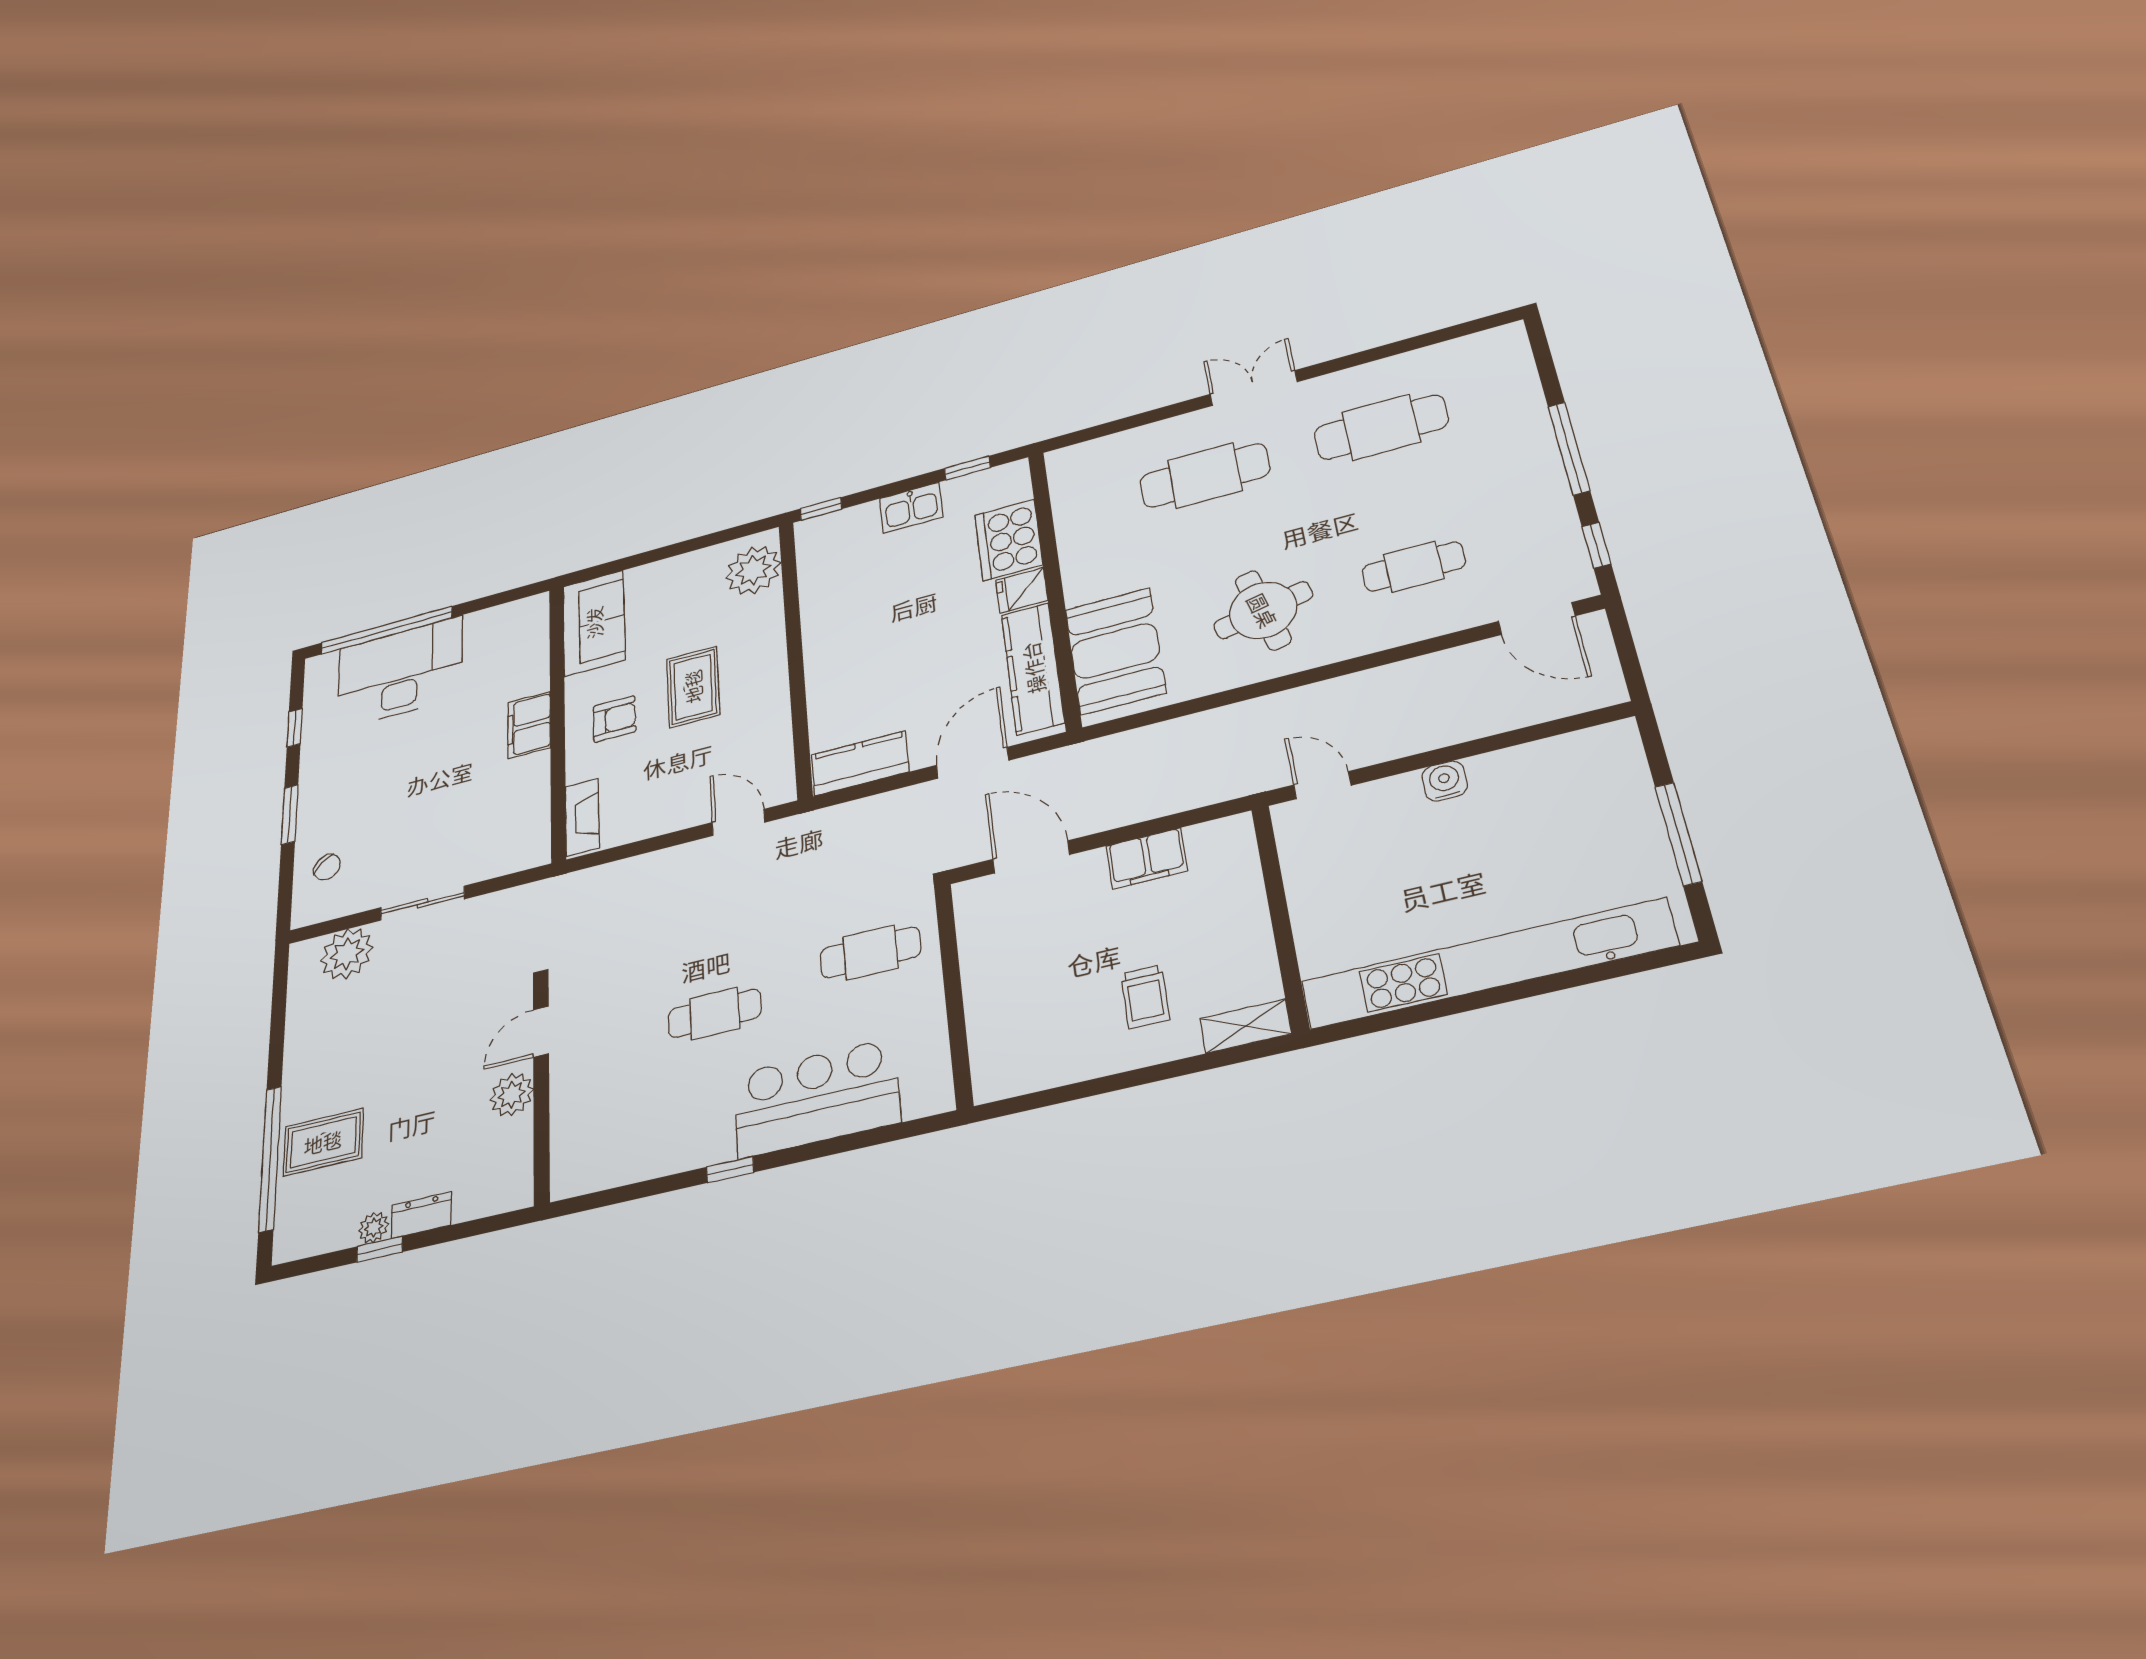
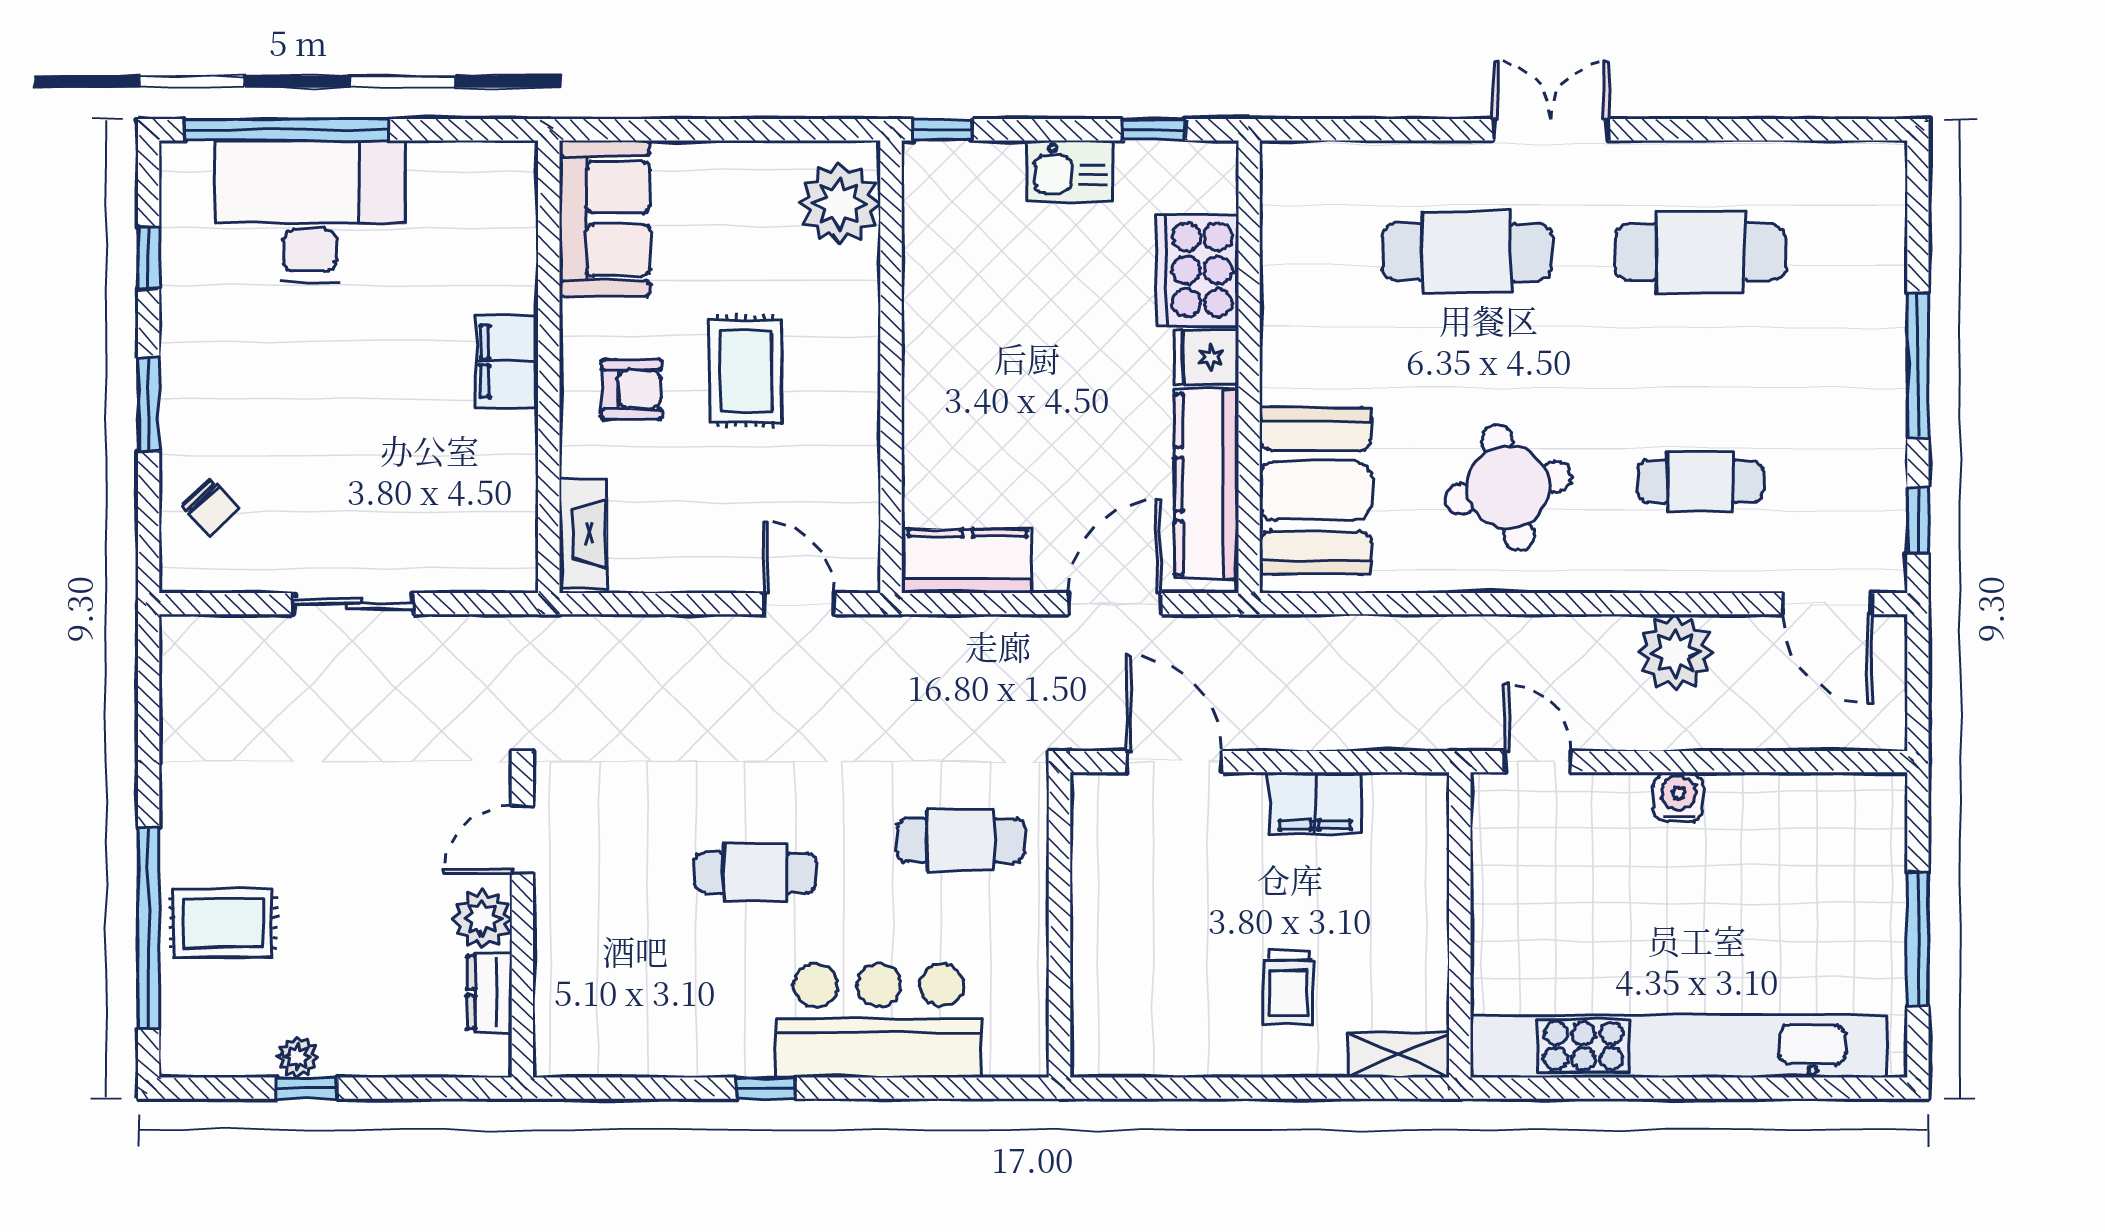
plant: (347, 954) -> (1675, 652), moved
dresser: (421, 1215) -> (489, 992), moved, turned -90

